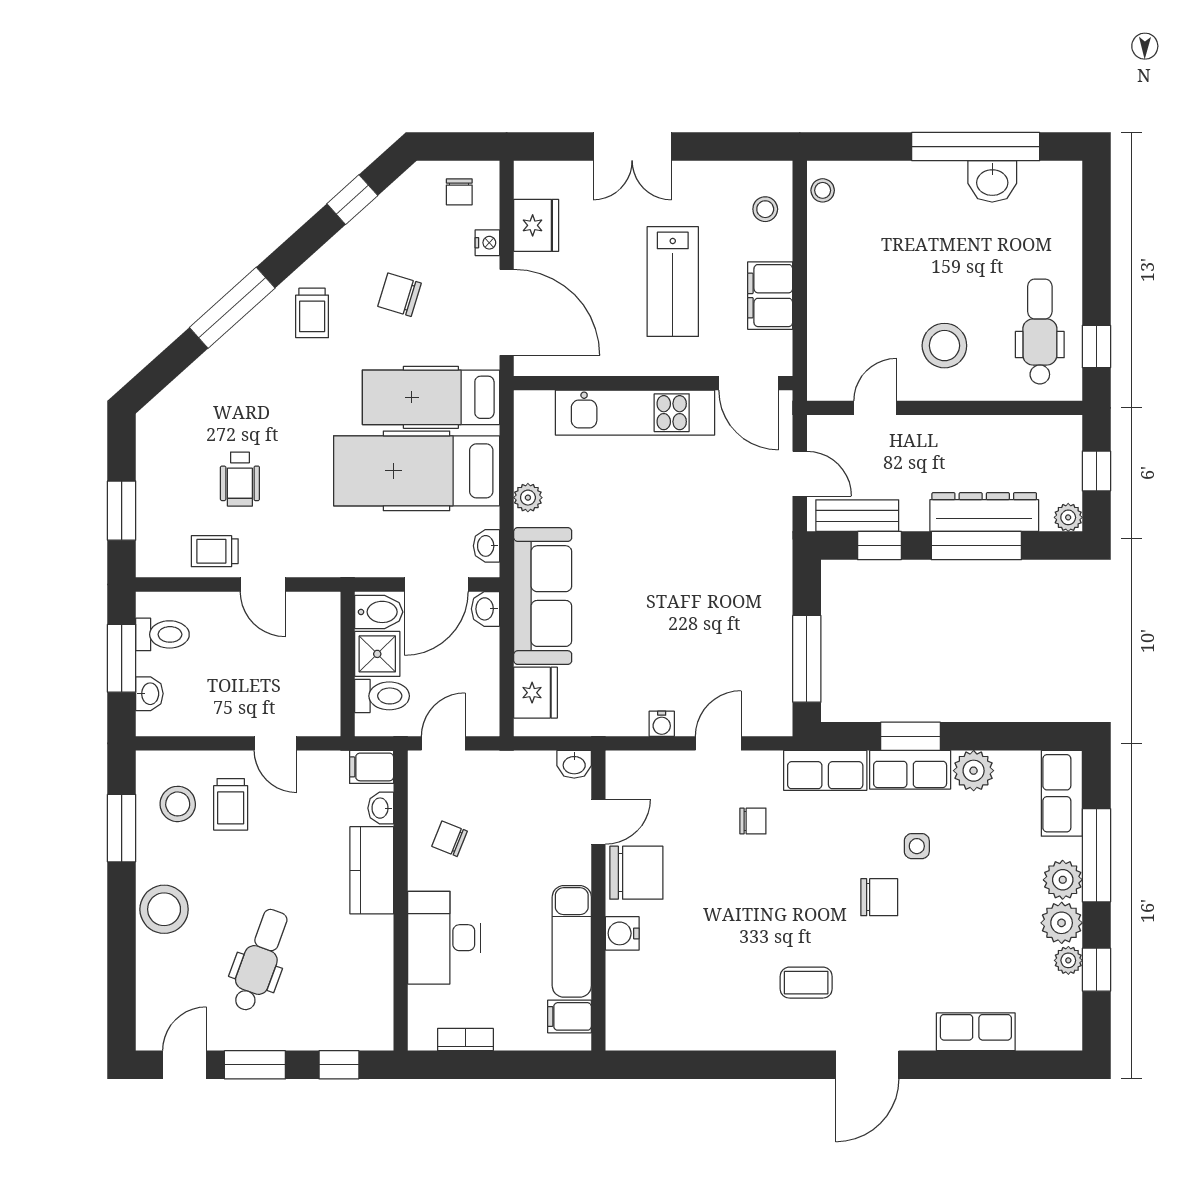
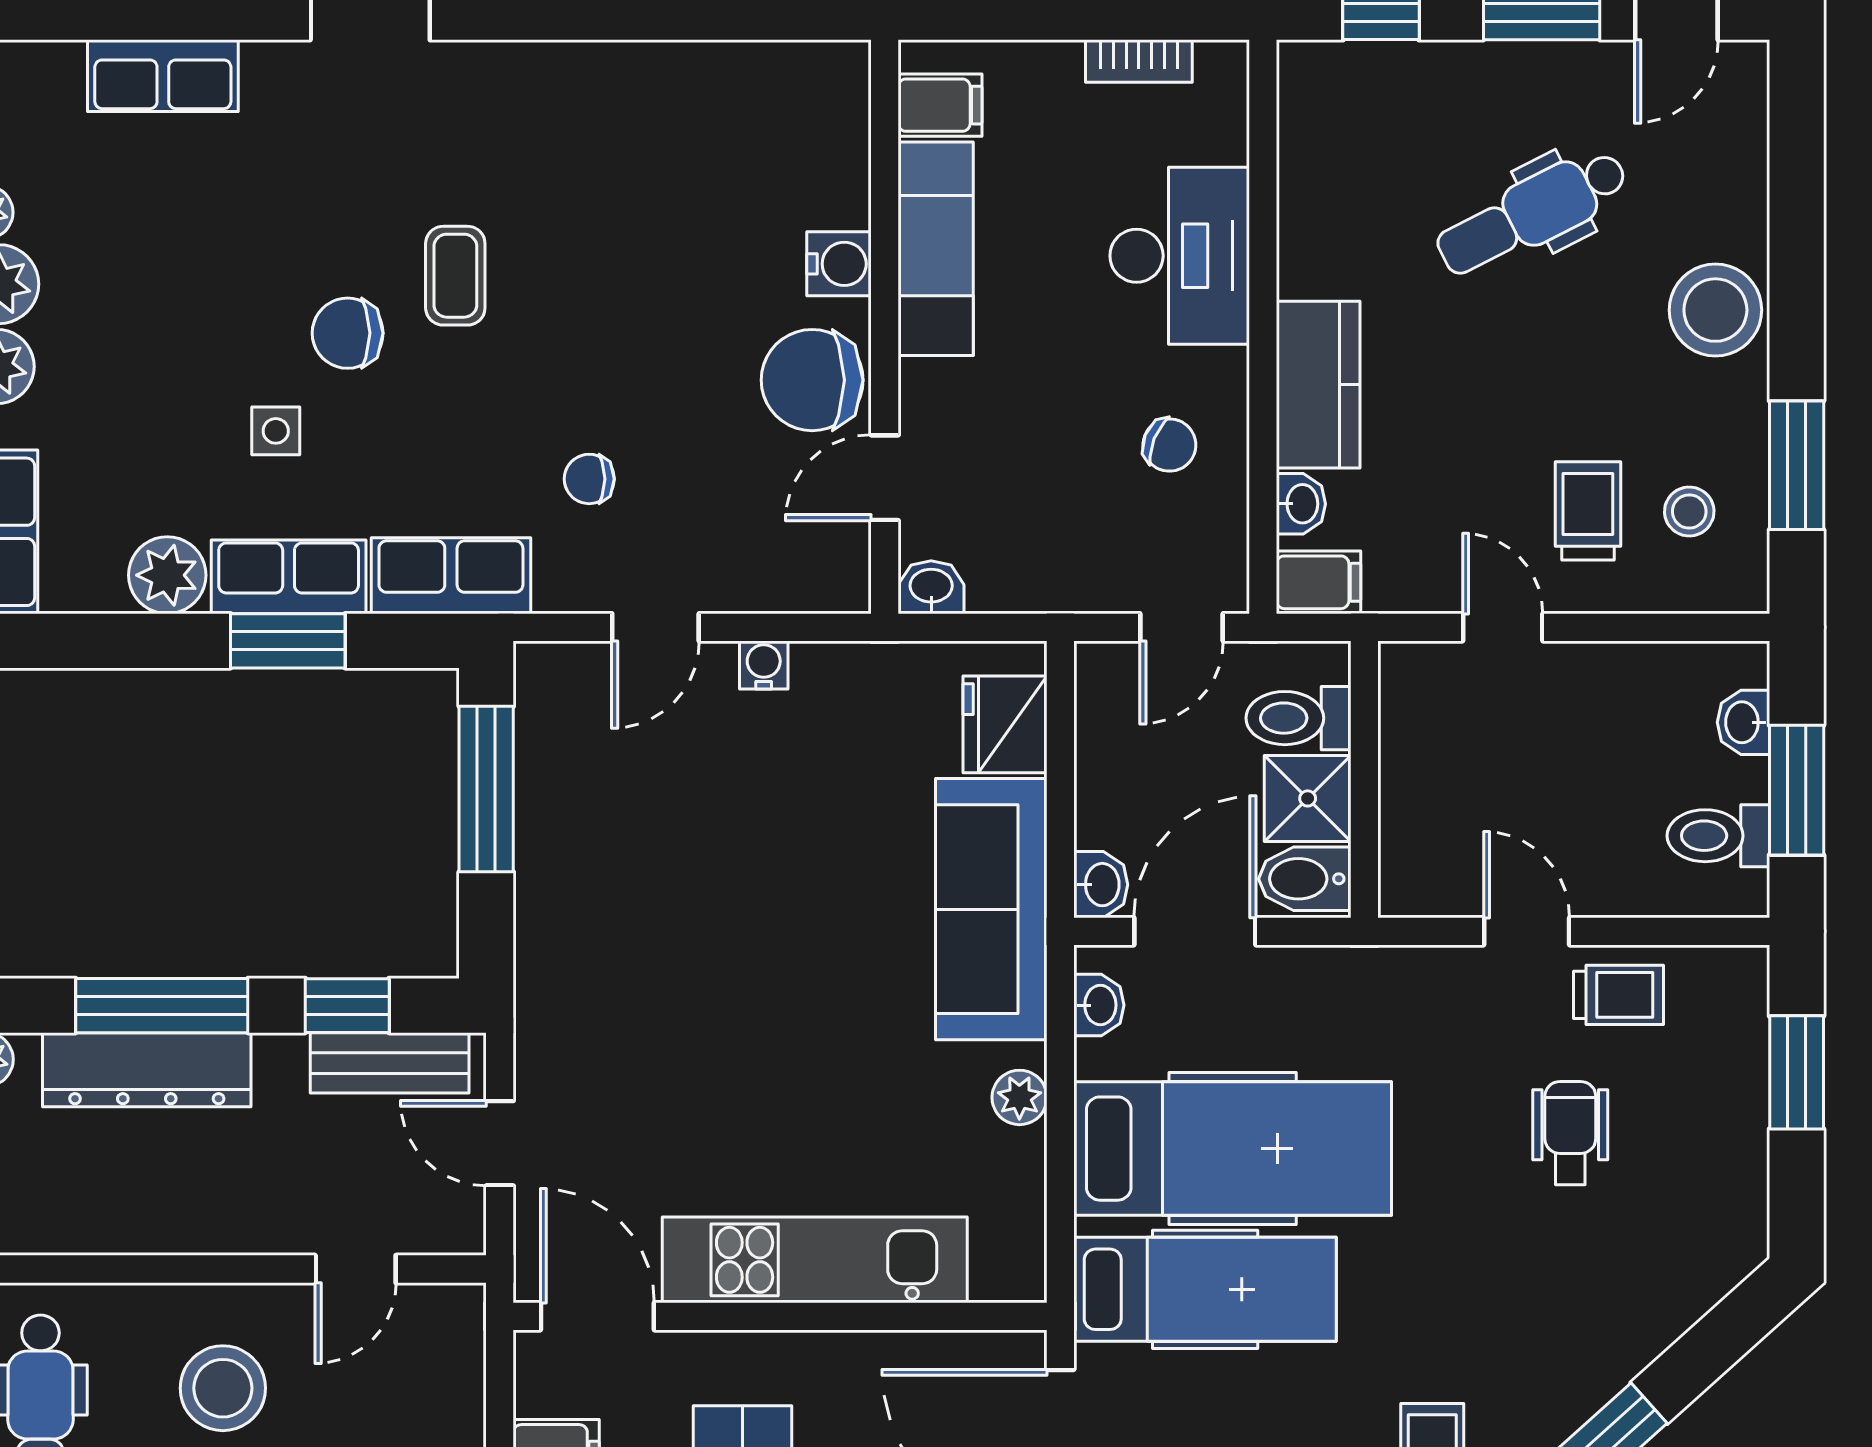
stool: (178, 804) -> (1689, 511), width x0.73, depth x0.73
dental chair: (260, 960) -> (1532, 213), turned 43
coffee table: (806, 983) -> (455, 276), moved, turned 90

